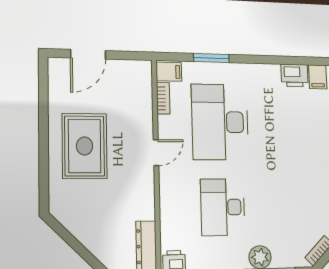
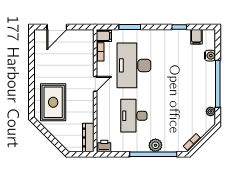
window: (290, 60) -> (179, 27), added
printer: (294, 76) -> (181, 36), removed
rug: (85, 146) -> (53, 102), moved

